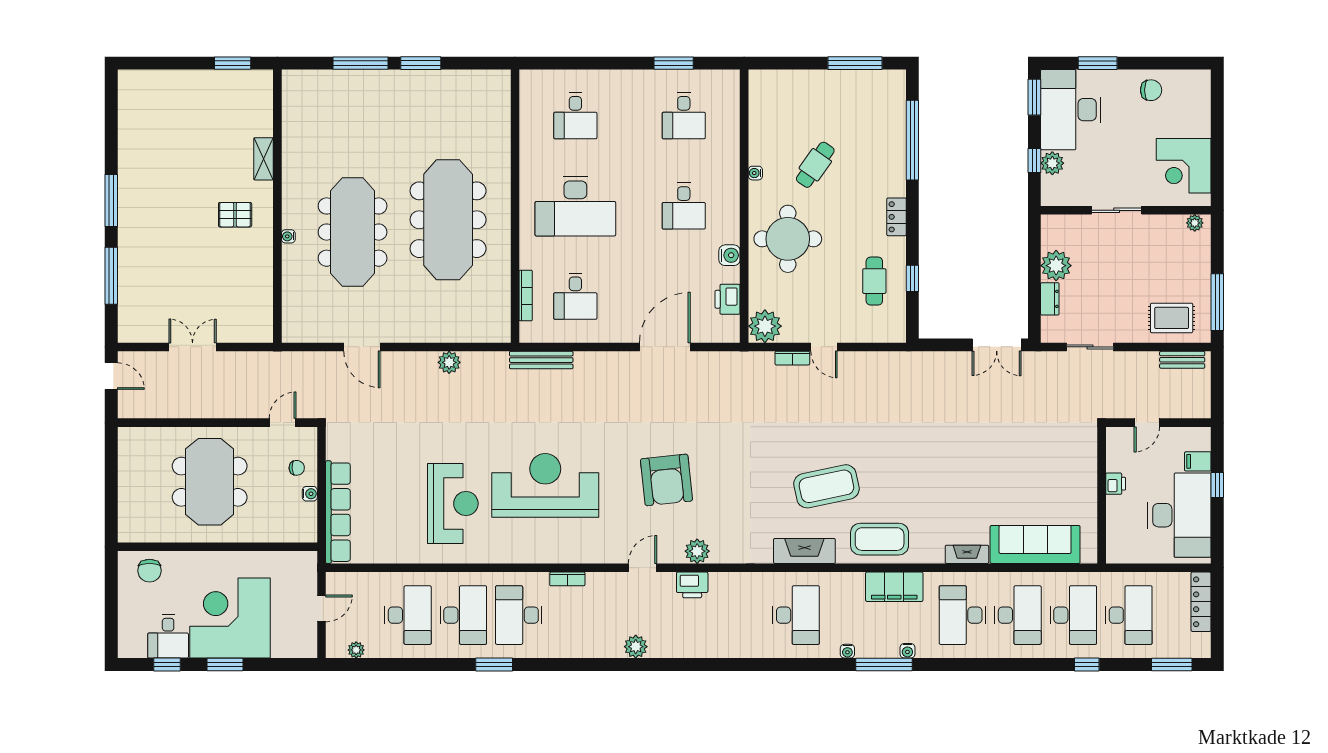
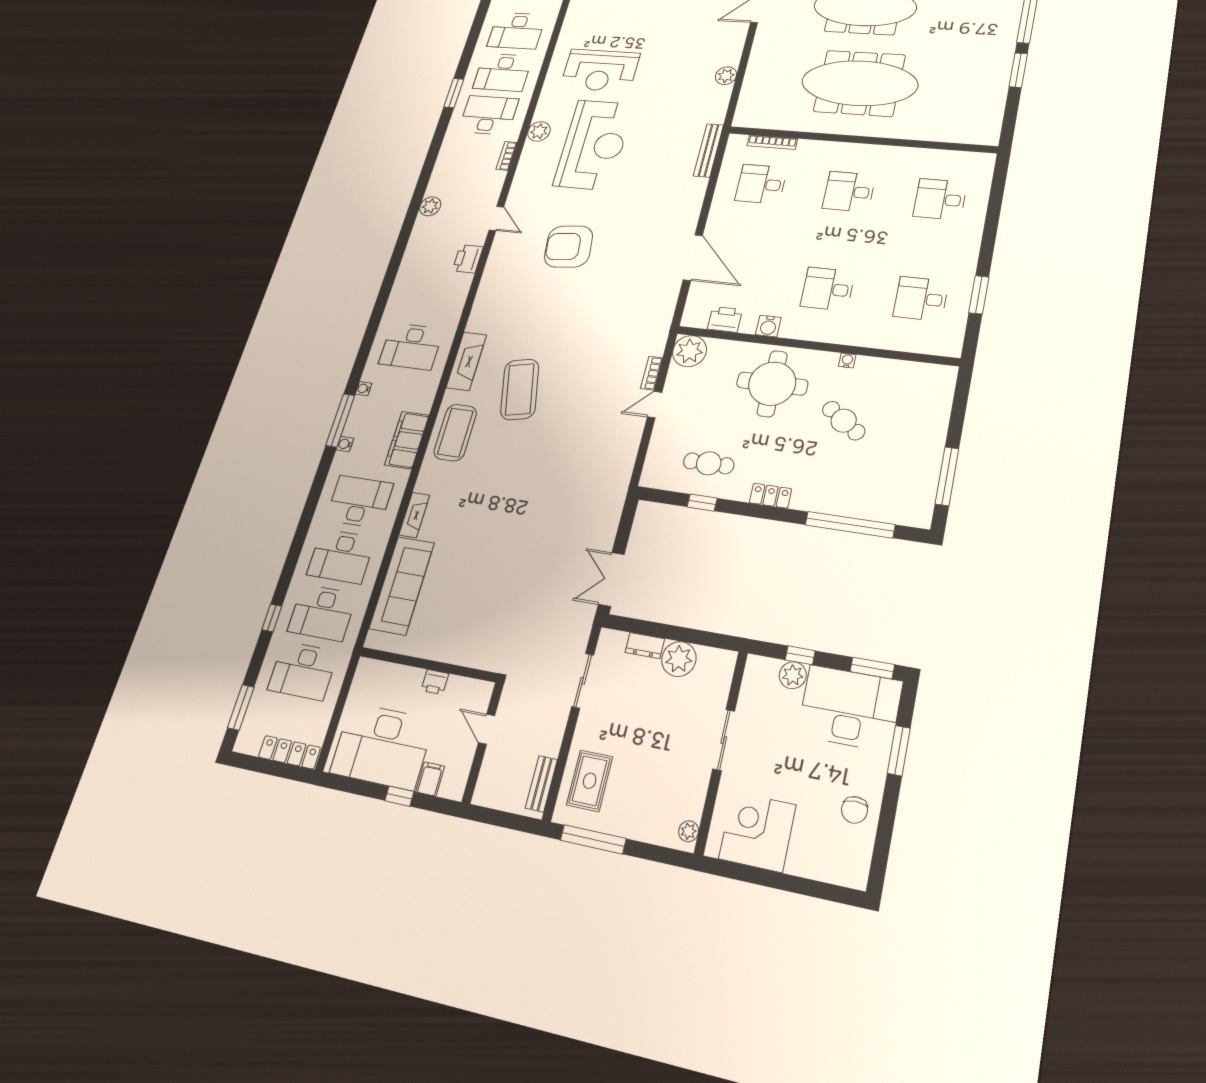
desk: (575, 206) -> (849, 192), width x0.53, depth x0.77
plant: (697, 551) -> (539, 131), moved

